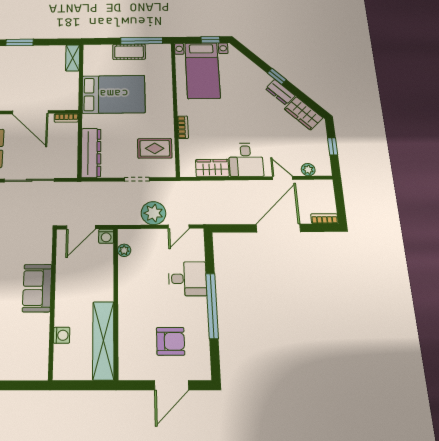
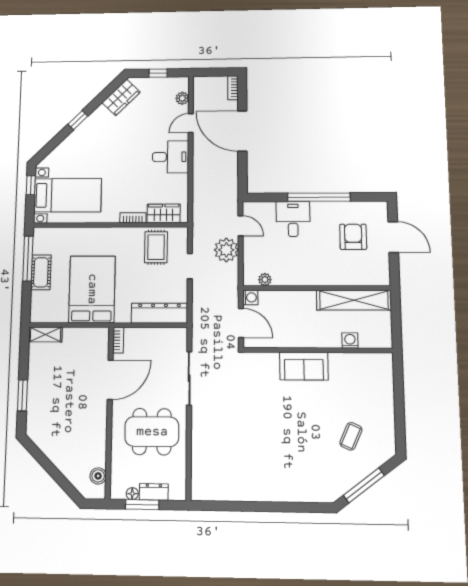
dresser: (280, 92) -> (96, 118), removed
wardrobe: (212, 168) -> (164, 213), moved, turned 90

